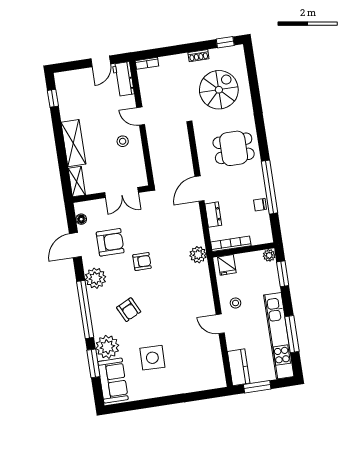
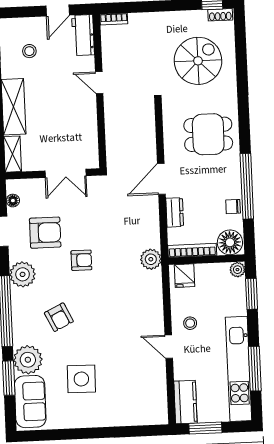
shoe rack: (198, 56) -> (220, 15), moved
stool: (123, 141) -> (29, 51), moved
floor lamp: (261, 234) -> (230, 242), added

